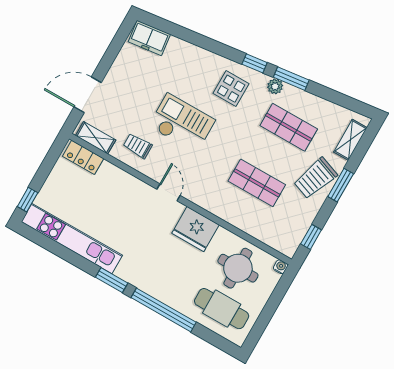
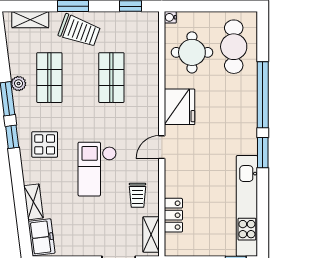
shelving: (185, 49) -> (34, 202), added
plant: (275, 86) -> (19, 84), moved
locker: (83, 157) -> (173, 215), moved

